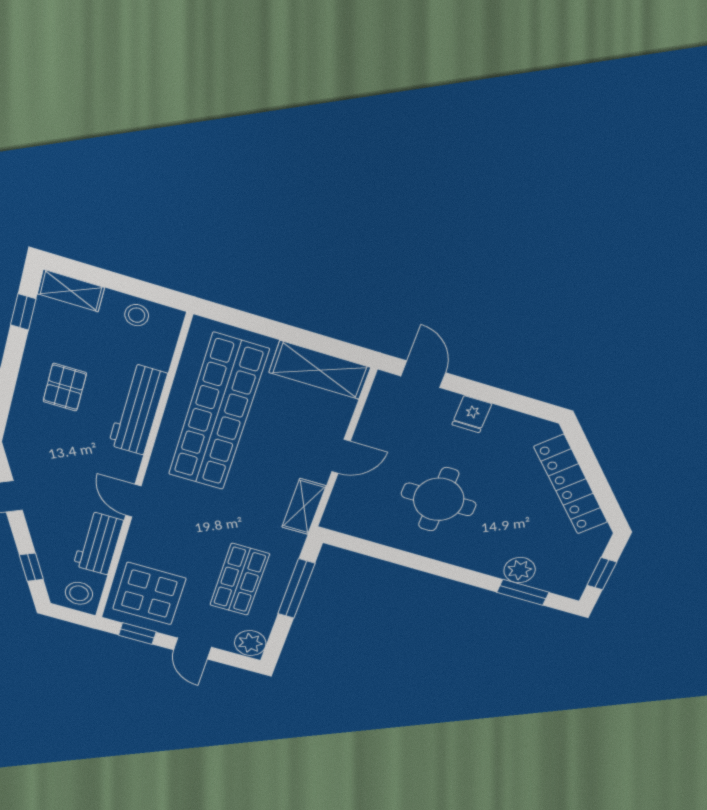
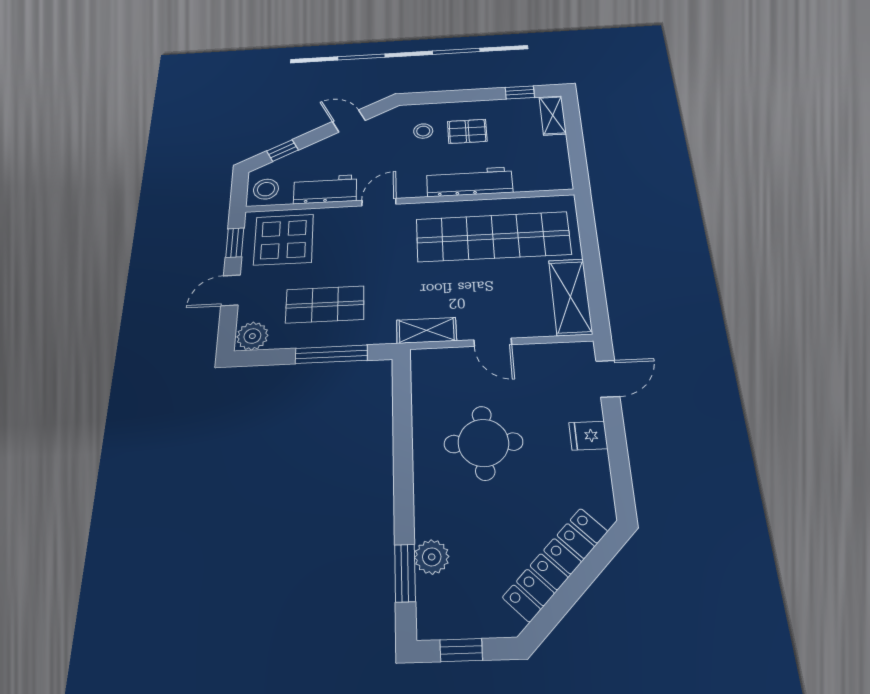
stool: (137, 315) -> (423, 131), moved

